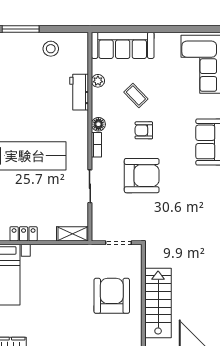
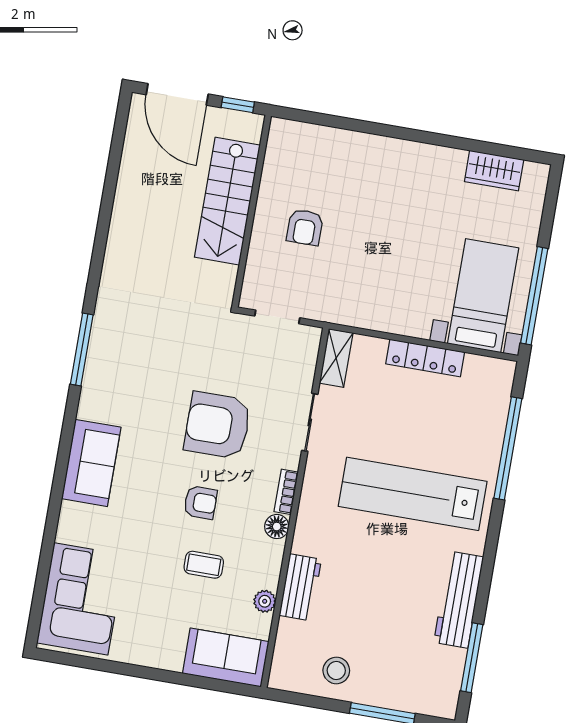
sofa: (123, 45) -> (226, 658), width x0.73
coffee table: (136, 96) -> (204, 565), turned -46
locker: (24, 234) -> (425, 358), width x1.53
shelving: (73, 234) -> (336, 358), moved, turned 90
armchair: (112, 296) -> (305, 227), width x0.53, depth x0.53

